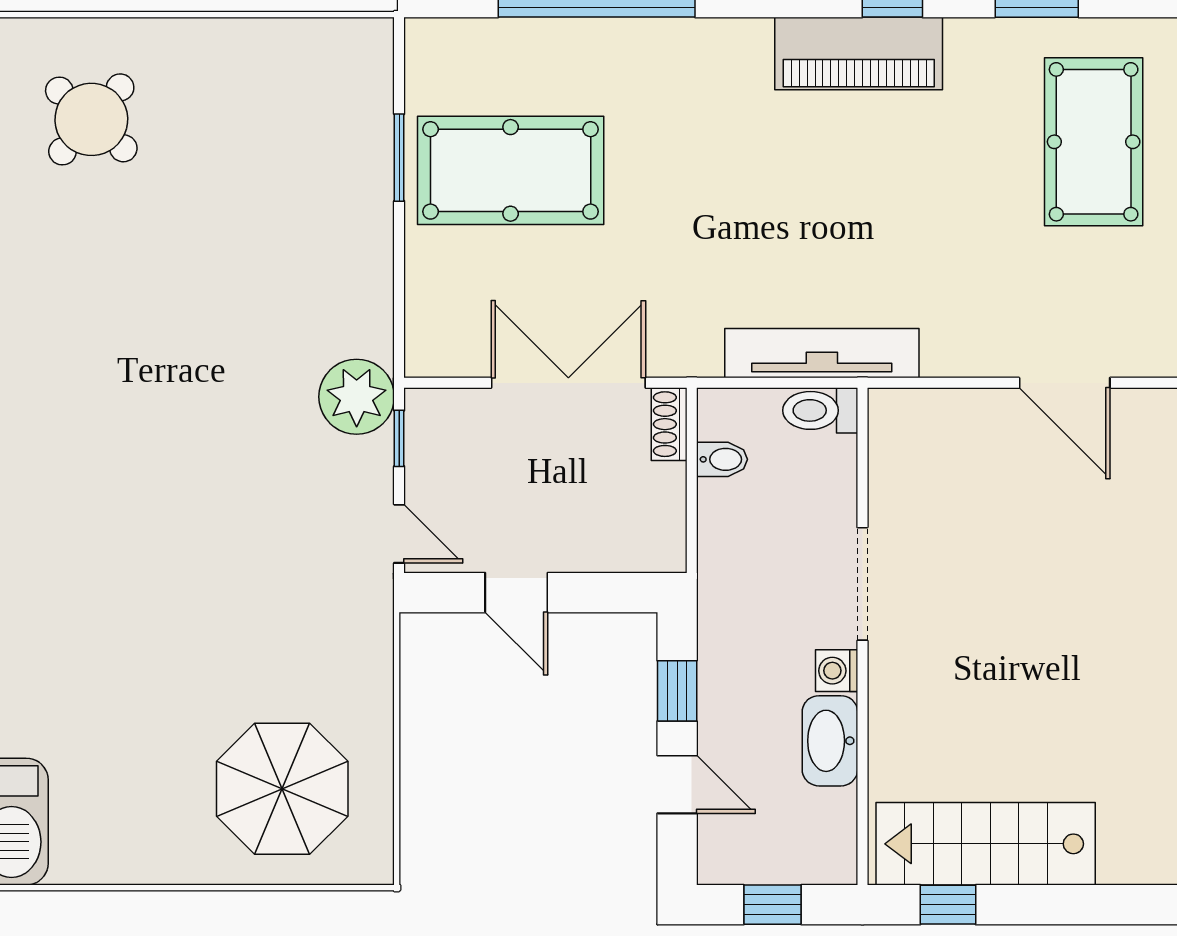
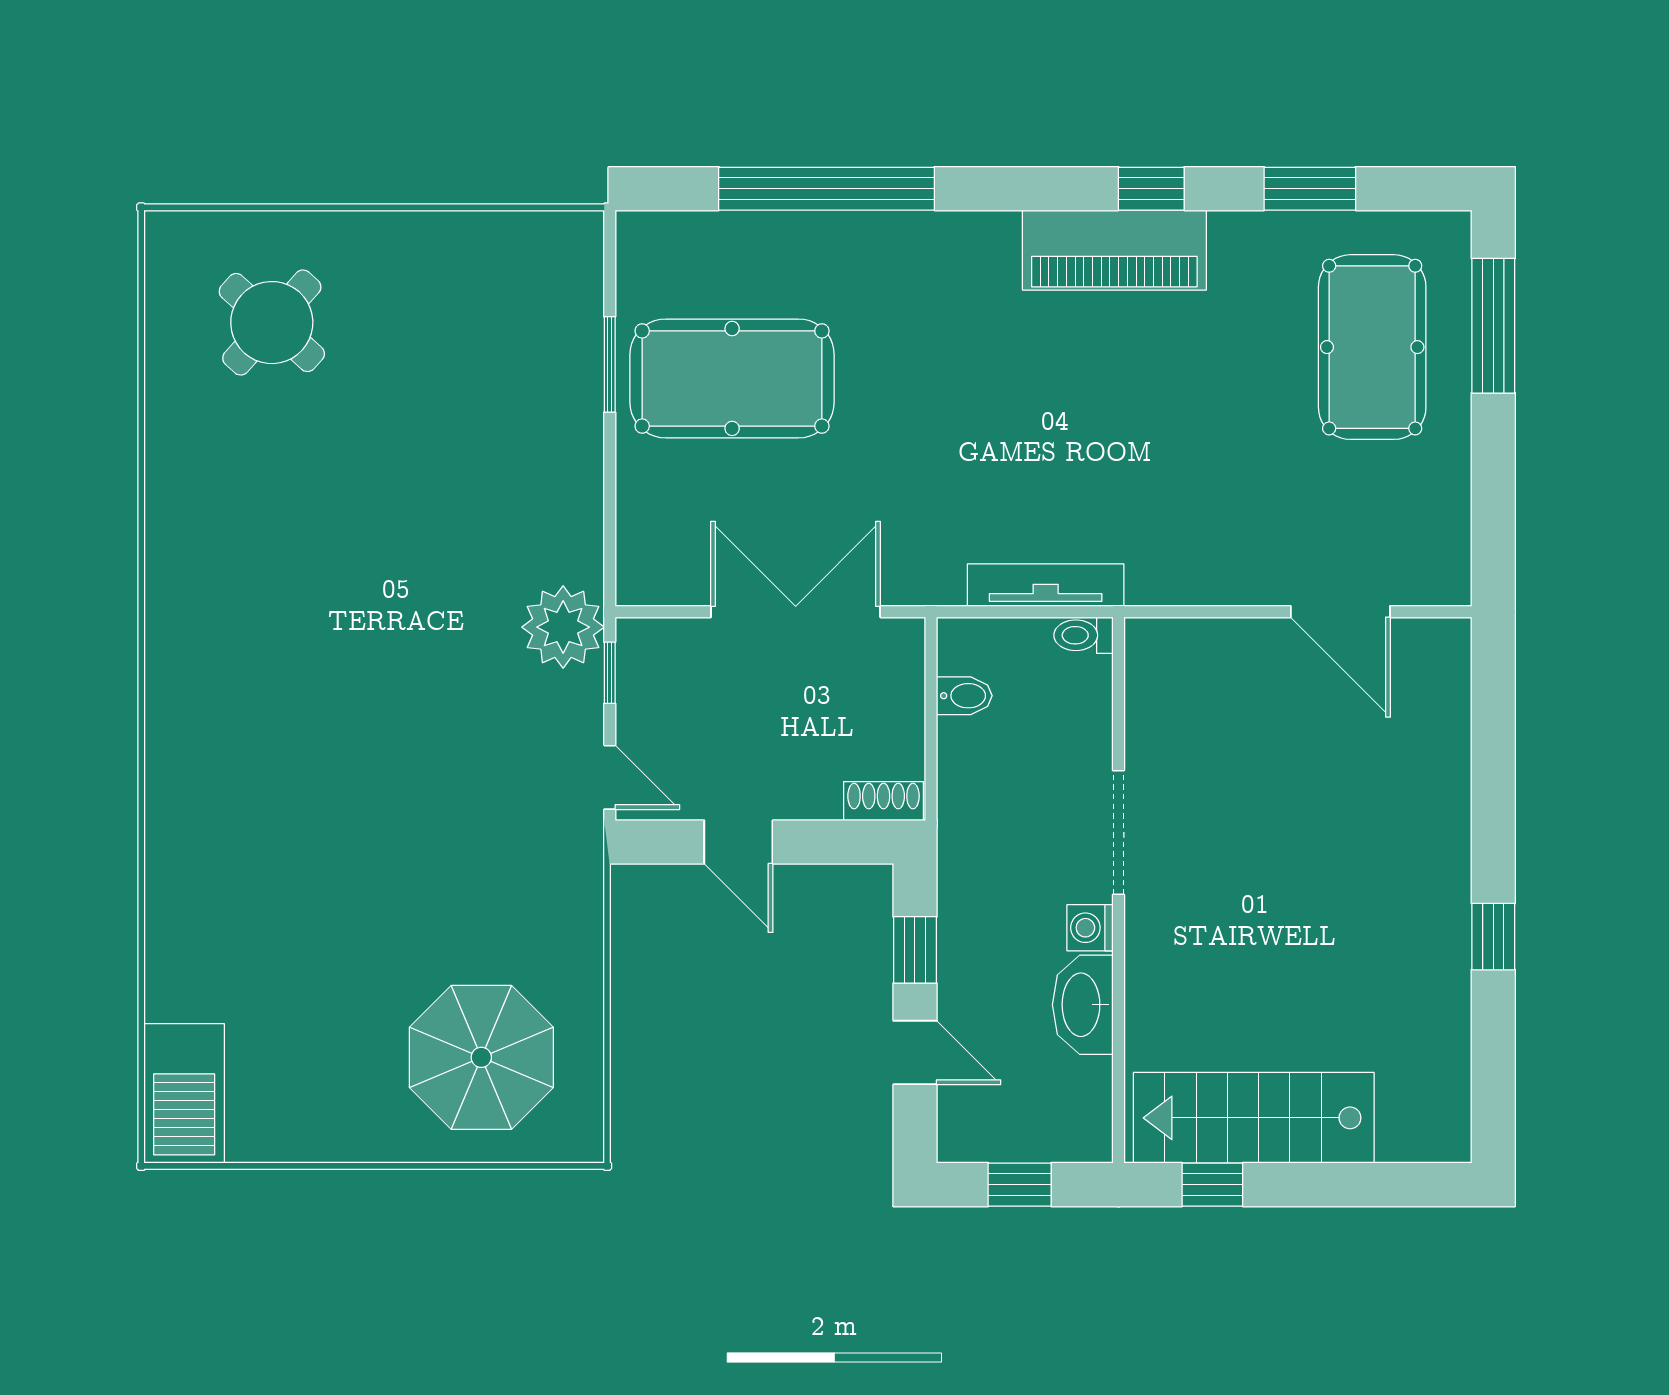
tv unit: (822, 353) -> (1046, 585), width x0.73, depth x0.78
toilet: (820, 410) -> (1083, 635), width x0.73, depth x0.72
shoe rack: (669, 424) -> (883, 801), moved, turned 90

